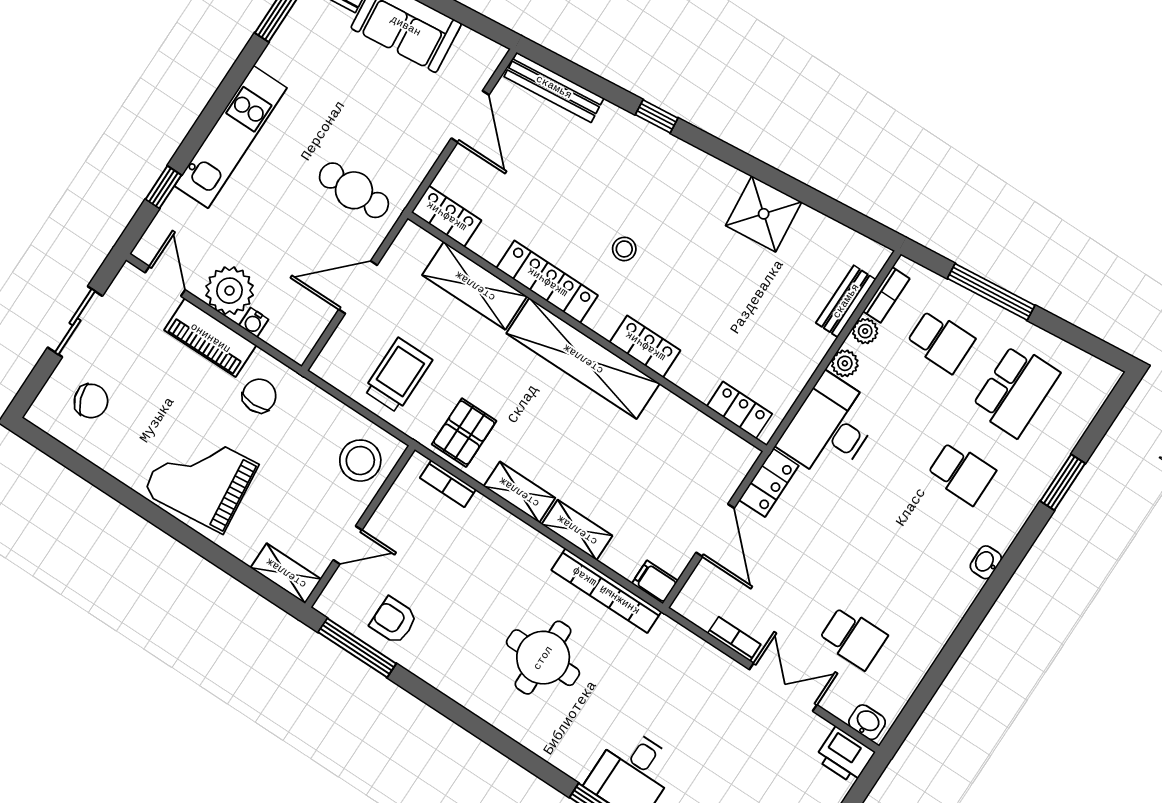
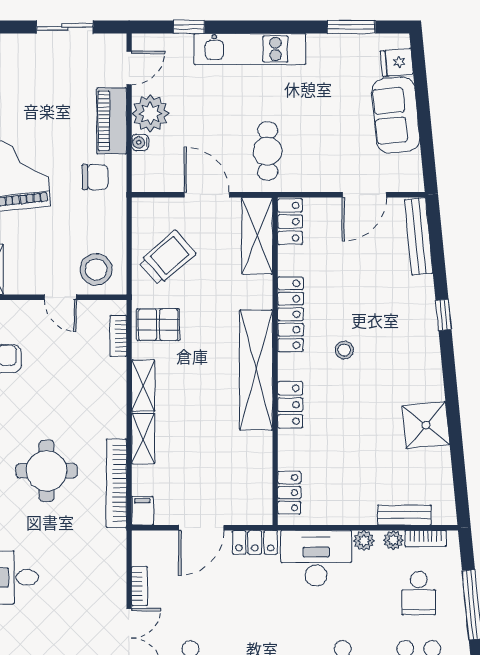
shelving: (475, 286) -> (257, 236), moved
trolley: (398, 375) -> (167, 258), turned -41
chair: (91, 401) -> (21, 71), removed
door: (348, 545) -> (60, 297), moved

